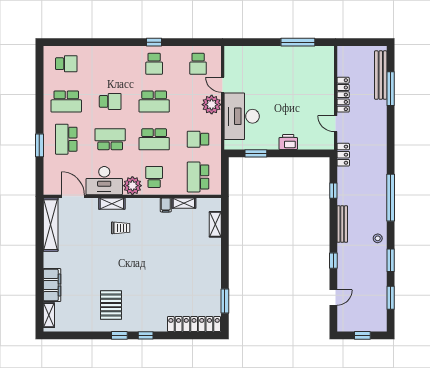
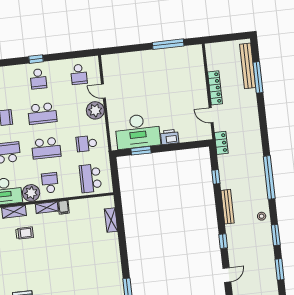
desk: (242, 116) -> (138, 131), moved, turned -90
shelving: (184, 203) -> (47, 207), moved

